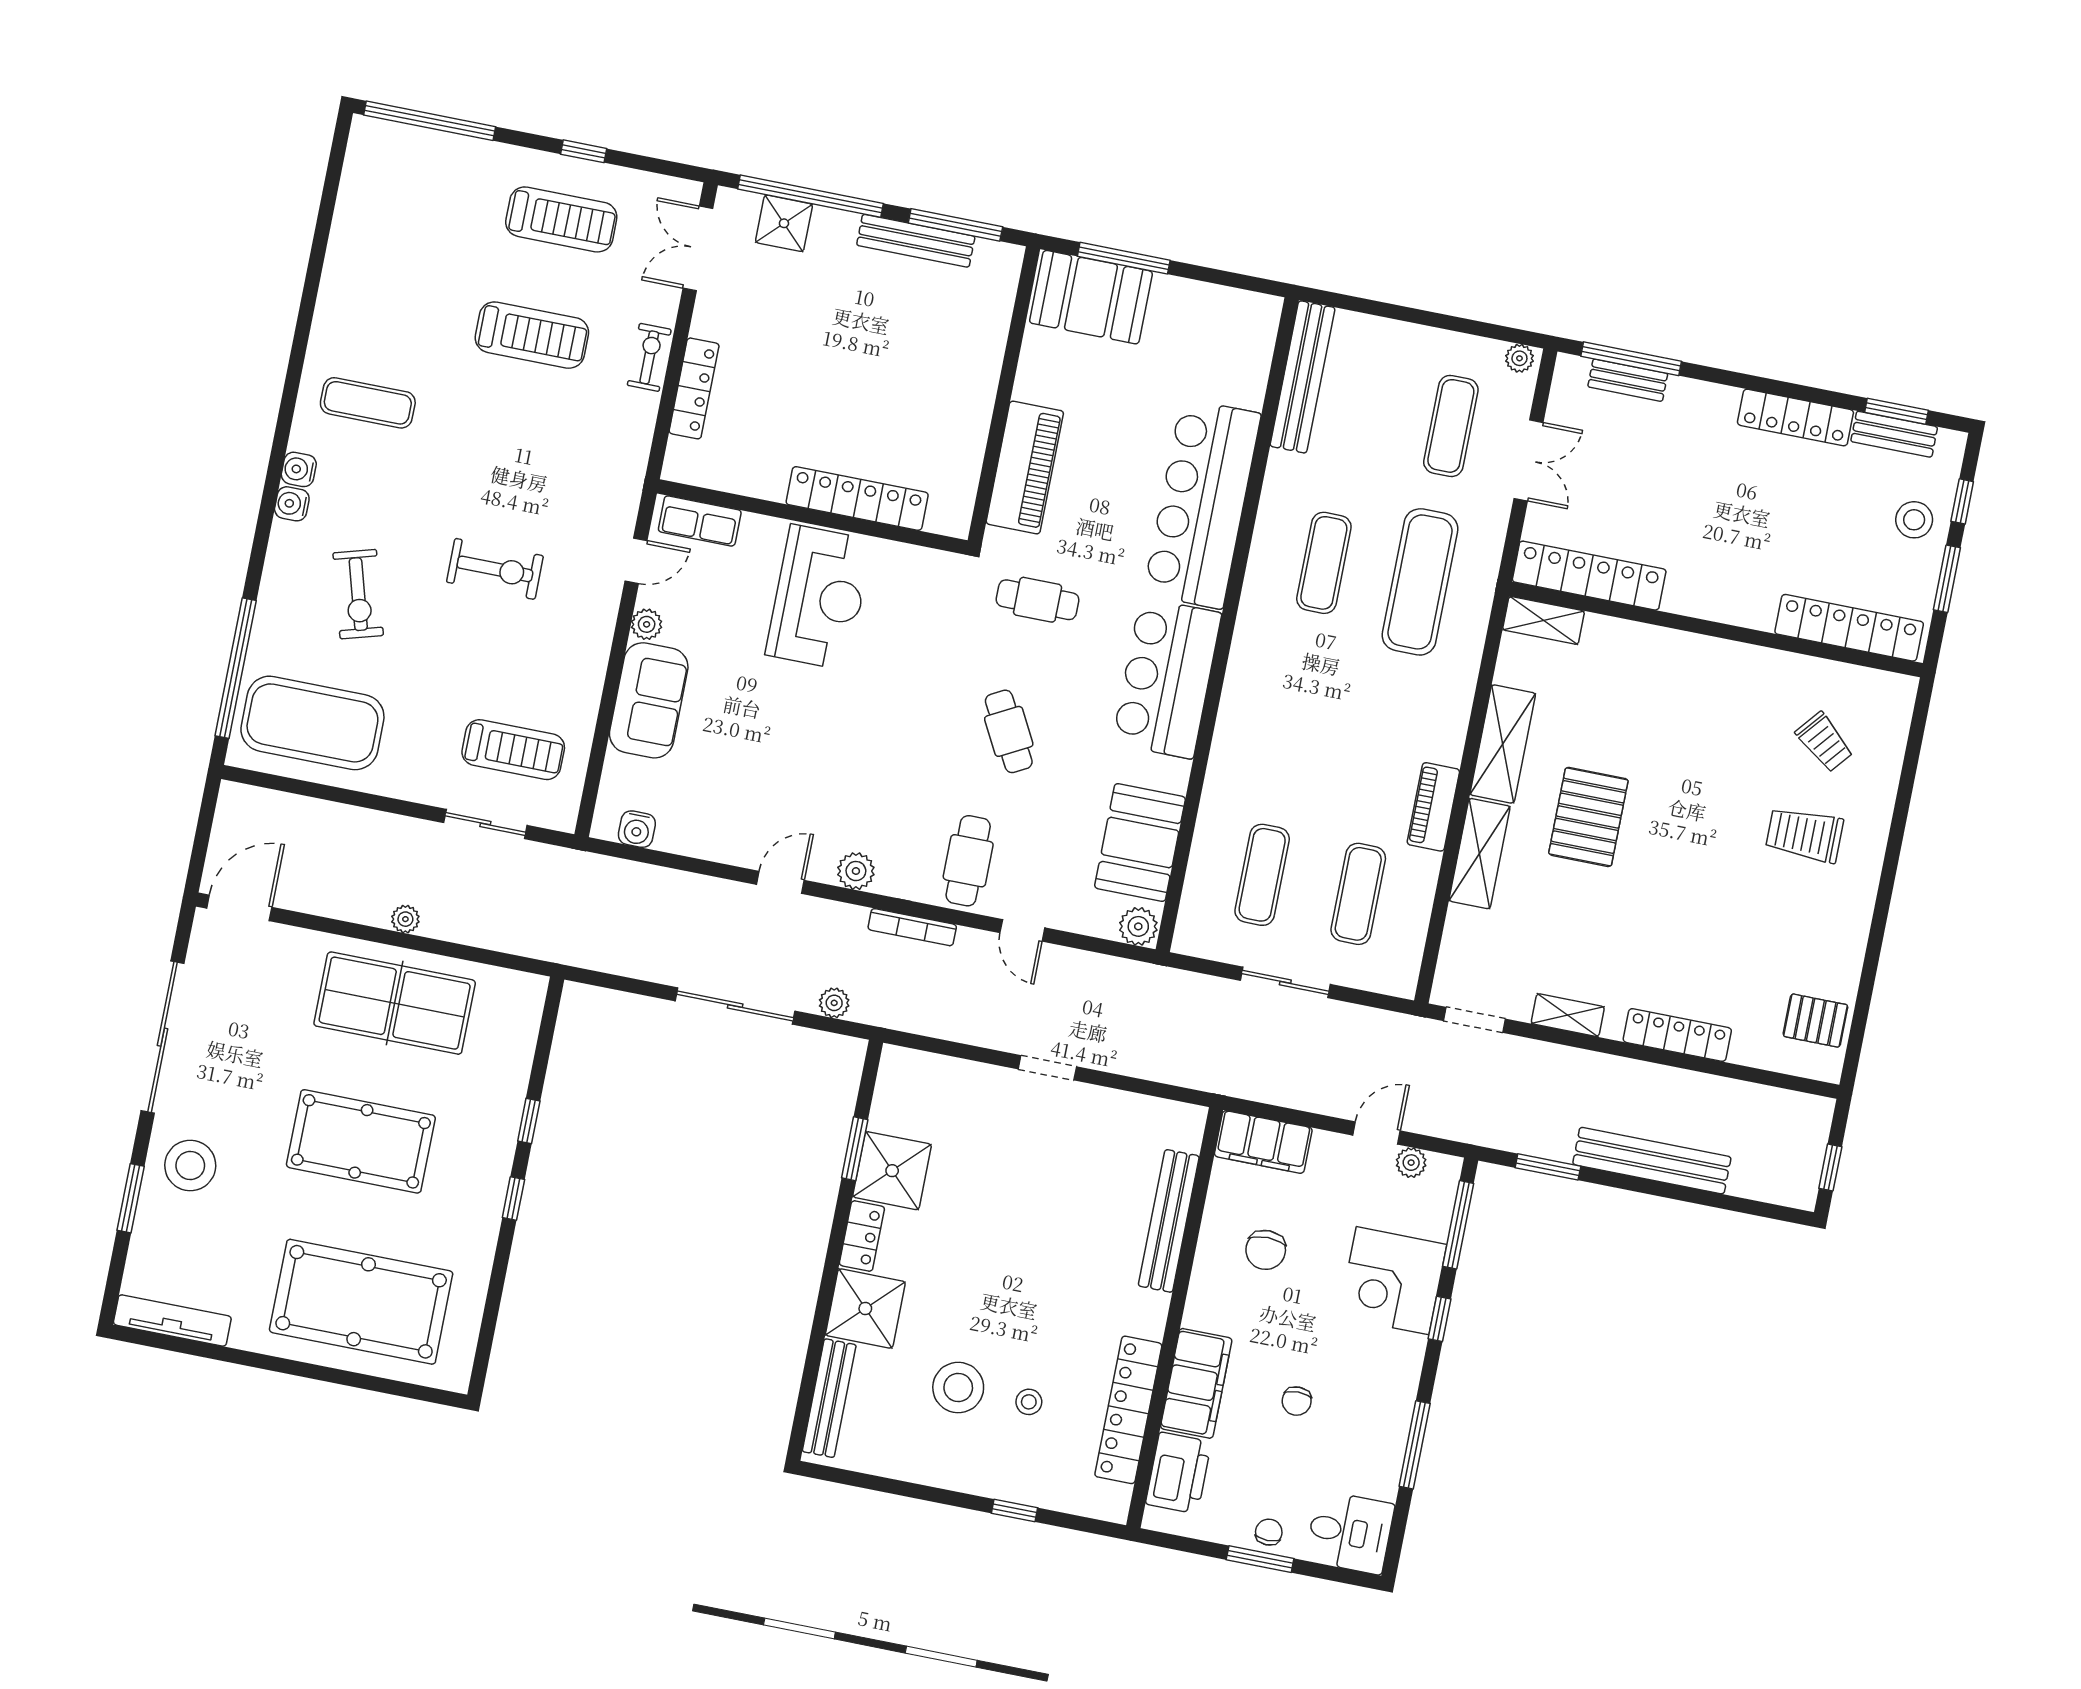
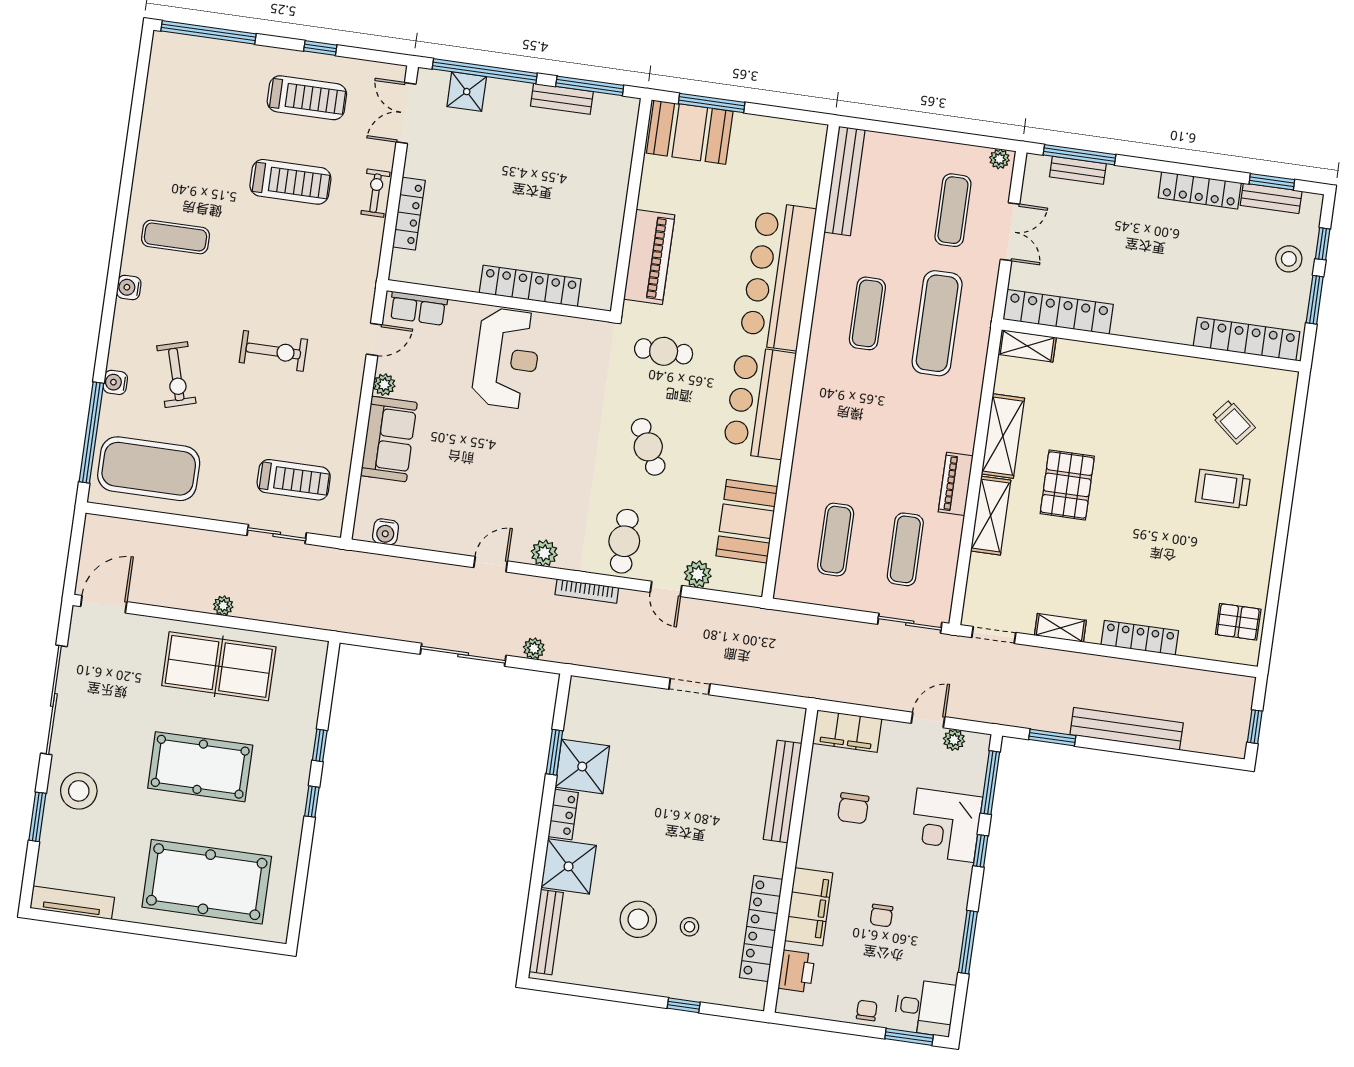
bench: (916, 241) -> (562, 99), width x0.73
water cooler: (292, 504) -> (115, 382), moved
plant: (1138, 926) -> (698, 574), moved
sliding door: (1285, 982) -> (910, 623), moved
printer: (1178, 1473) -> (797, 971), width x0.73, depth x0.84
window: (1260, 1559) -> (909, 1037), moved

